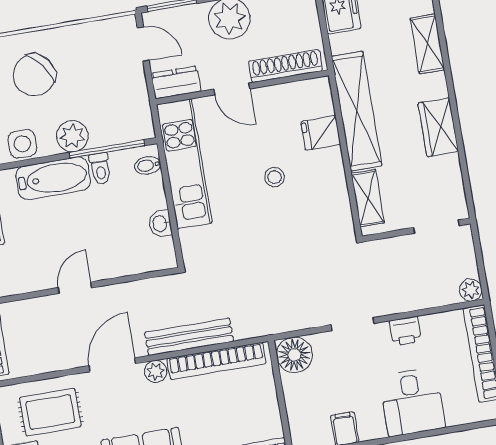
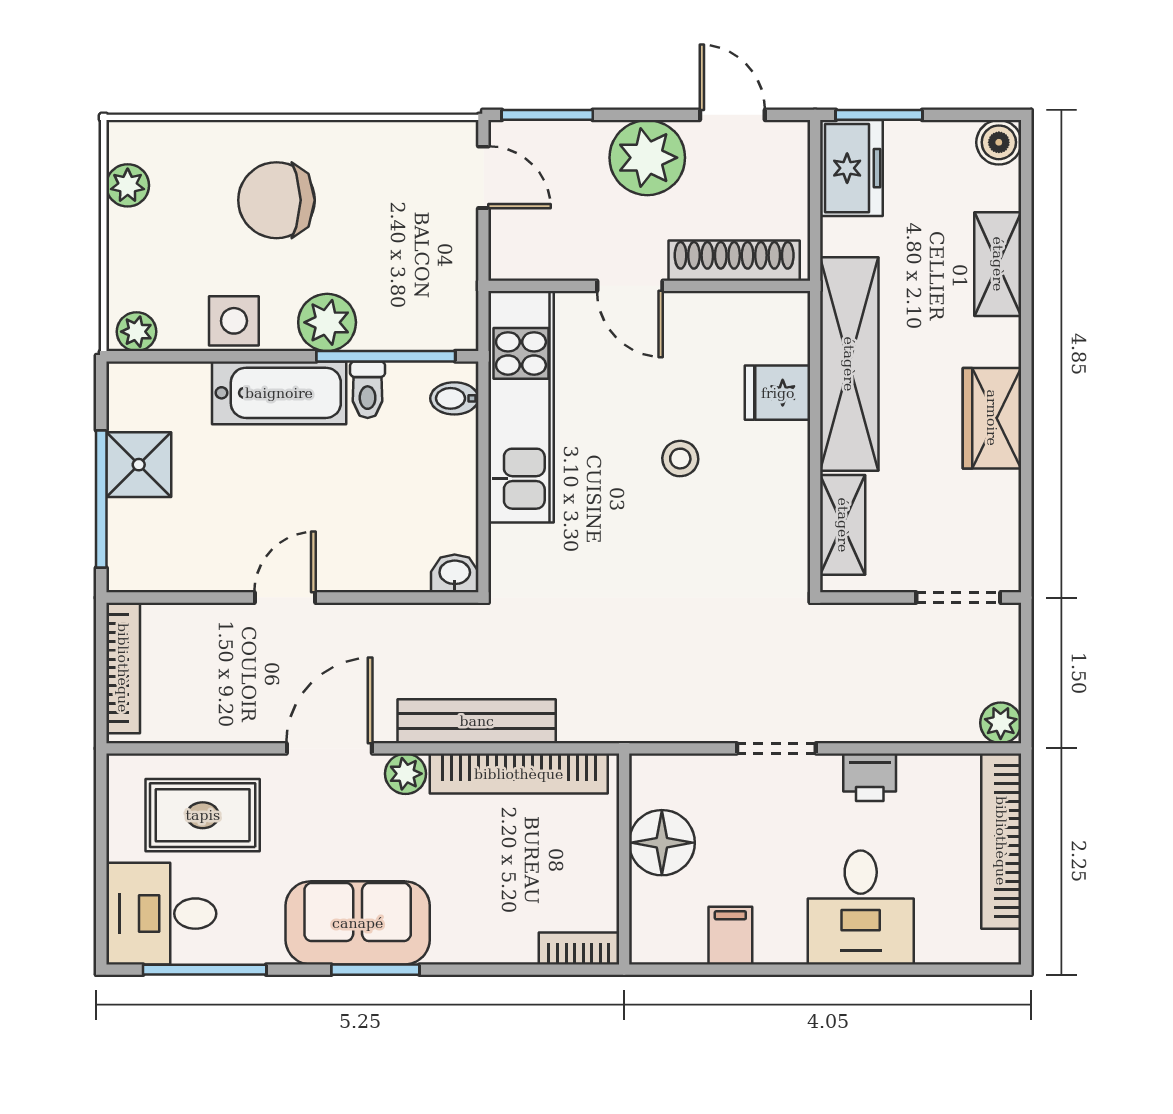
chair: (34, 75) -> (276, 200), turned 37
dresser: (176, 82) -> (531, 257), removed
washbasin: (160, 224) -> (455, 573), moved, turned 90
floor lamp: (294, 355) -> (662, 843), moved

